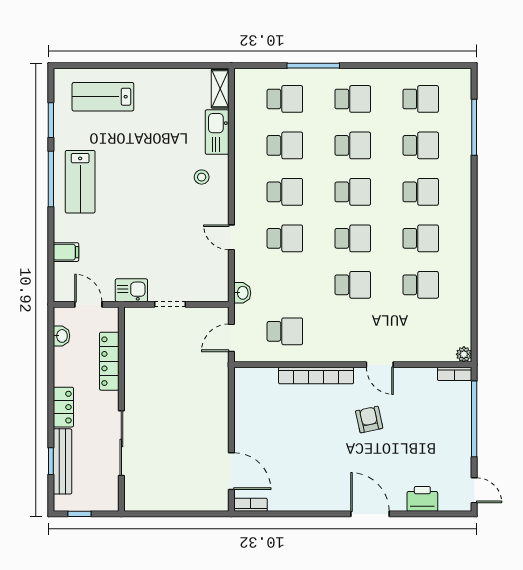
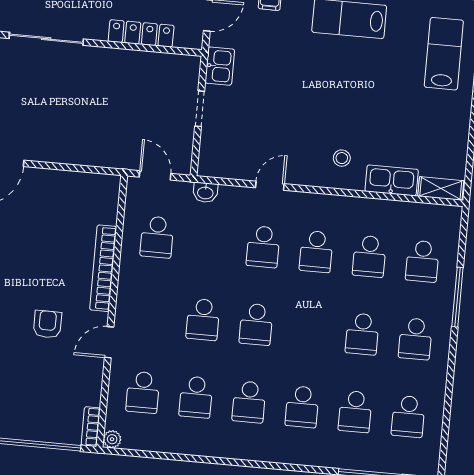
school desk: (353, 192) -> (143, 392), moved
armchair: (369, 420) -> (47, 324), turned -78

